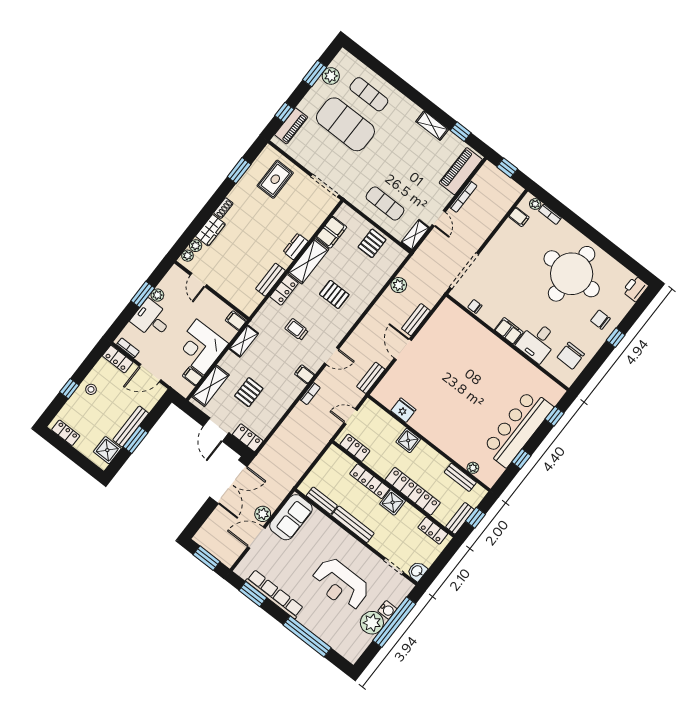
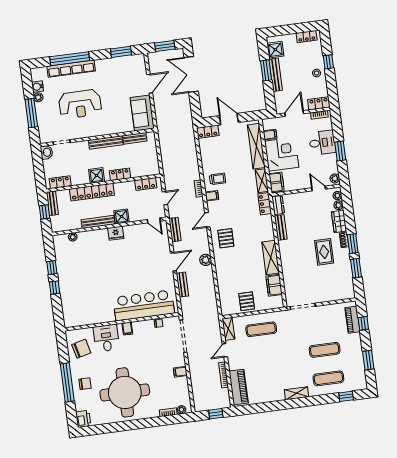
plant: (331, 76) -> (358, 368), removed
exercise mat: (345, 124) -> (325, 350), width x0.50, depth x0.69
shelving: (432, 126) -> (297, 393), moved
window: (461, 132) -> (346, 396), moved
rug: (275, 179) -> (324, 252), moved
window: (219, 197) -> (353, 244), added
filing cabinet: (519, 217) -> (180, 372), moved
door: (439, 218) -> (225, 350), hinge flipped
dresser: (296, 246) -> (278, 205), moved
plant: (399, 285) -> (206, 260), moved
locker: (284, 290) -> (265, 204), moved
pallet: (334, 294) -> (226, 238), moved, turned 90
plant: (157, 295) -> (335, 178), moved
filing cabinet: (236, 321) -> (276, 182), width x2.00
trolley: (297, 329) -> (218, 179), moved
filing cabinet: (509, 331) -> (127, 329), width x0.50
window: (616, 338) -> (67, 382), width x3.17
door: (403, 349) -> (173, 262), hinge flipped
chair: (571, 356) -> (81, 349), turned 76
shelving: (210, 386) -> (256, 146), width x1.47
pallet: (249, 392) -> (232, 156), removed
door: (382, 406) -> (154, 220), added
fridge: (403, 410) -> (116, 233), moved
window: (555, 416) -> (55, 288), moved
bar counter: (518, 428) -> (144, 305), moved, turned -90
bench: (460, 477) -> (98, 222), moved, width x1.36
locker: (370, 481) -> (120, 174), width x0.66
double door: (228, 482) -> (191, 74), moved
plant: (263, 514) -> (159, 100), removed
reception desk: (340, 584) -> (80, 104), turned 180
row of seats: (274, 594) -> (71, 69), moved
water cooler: (387, 610) -> (38, 87), moved
window: (394, 622) -> (31, 113), width x0.68
plant: (372, 623) -> (38, 97), width x0.53, depth x0.53

